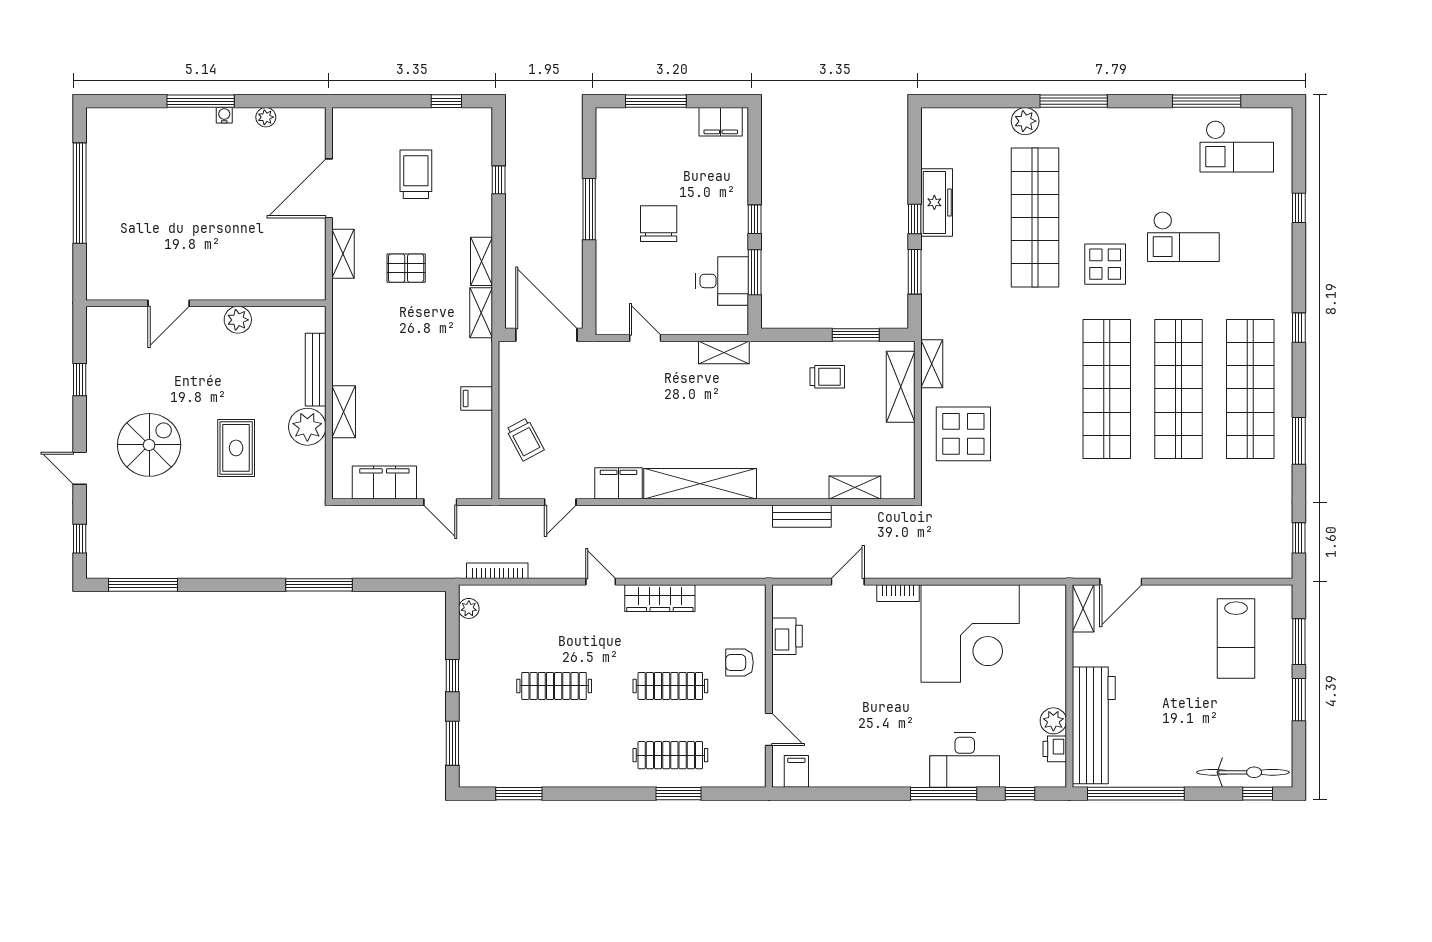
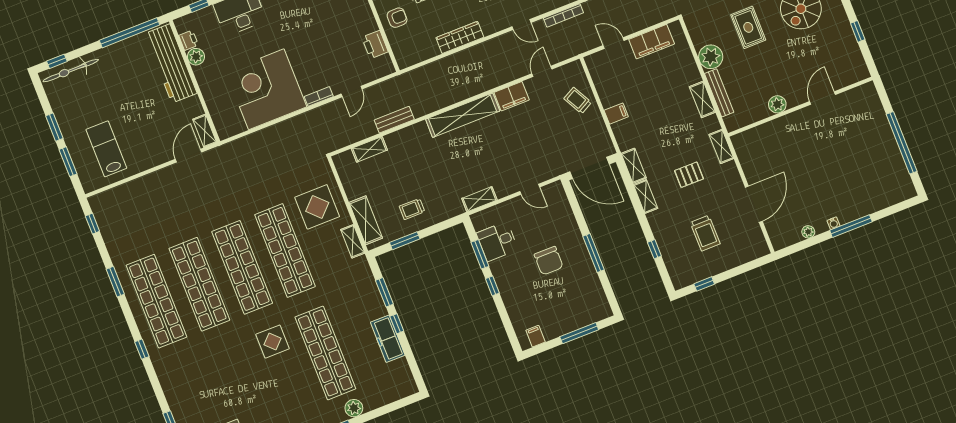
filing cabinet: (721, 122) -> (536, 336), width x0.50
checkout: (1183, 237) -> (232, 376), removed
shelving: (343, 254) -> (721, 146), moved
shop shelf: (1035, 389) -> (285, 251), added
shelving: (344, 412) -> (702, 99), moved
door: (601, 582) -> (521, 25), moved

